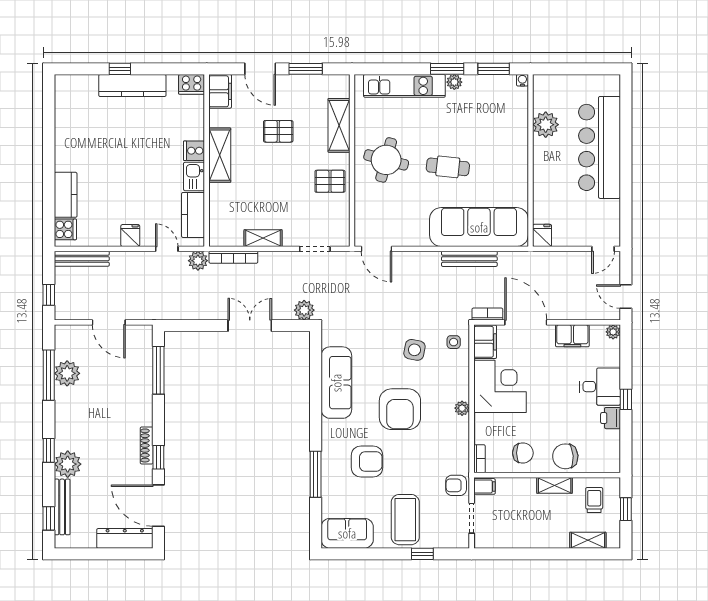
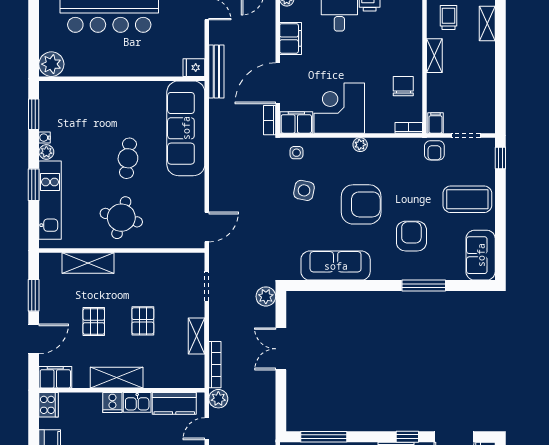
window: (447, 69) -> (34, 185), moved
water cooler: (522, 80) -> (45, 138), moved
plant: (546, 125) -> (51, 64), moved
pallet: (330, 181) -> (143, 321), moved
bench: (469, 259) -> (216, 72), moved
chair: (565, 456) -> (406, 45), removed
trolley: (594, 500) -> (448, 17), turned 90
window: (422, 554) -> (500, 158), moved

